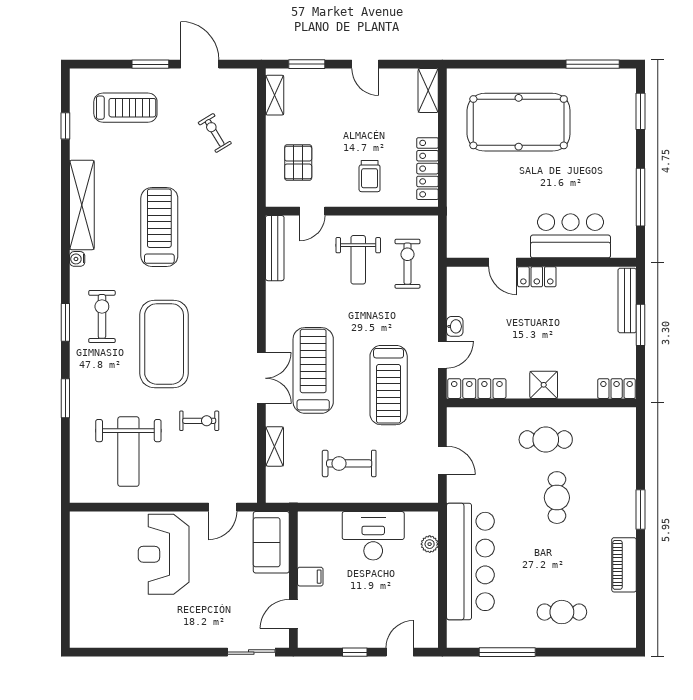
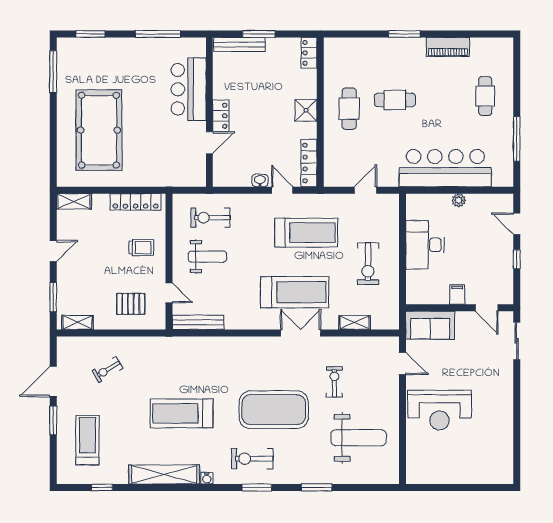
treadmill: (313, 370) -> (295, 292), turned 180
plant: (430, 544) -> (459, 200), moved

